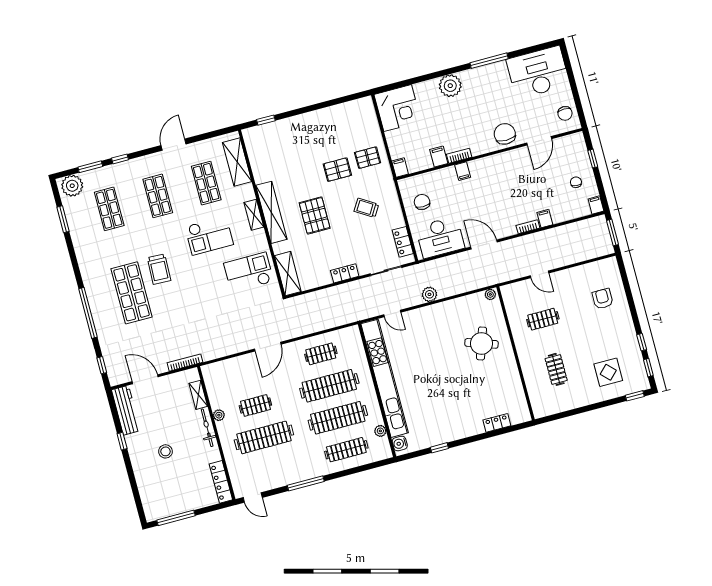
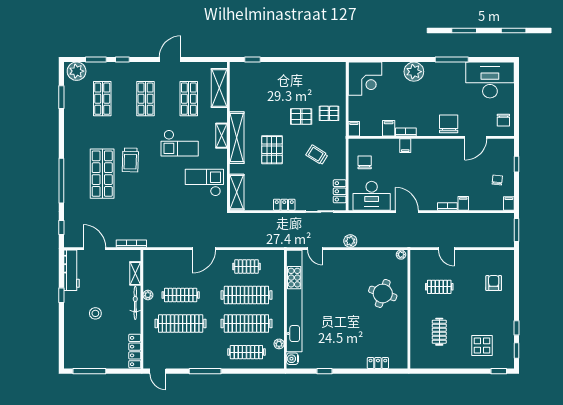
clothes rail: (255, 405) -> (181, 295), width x1.36

